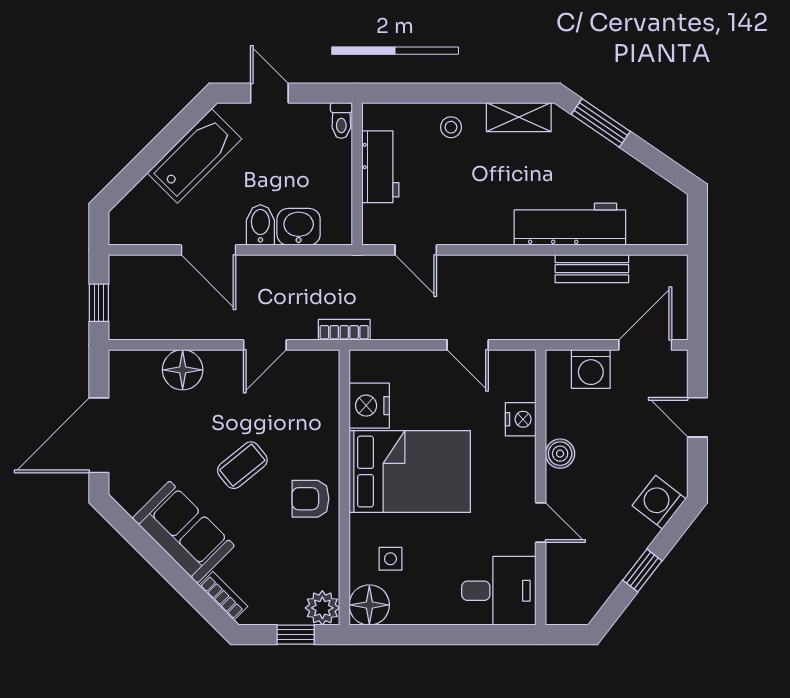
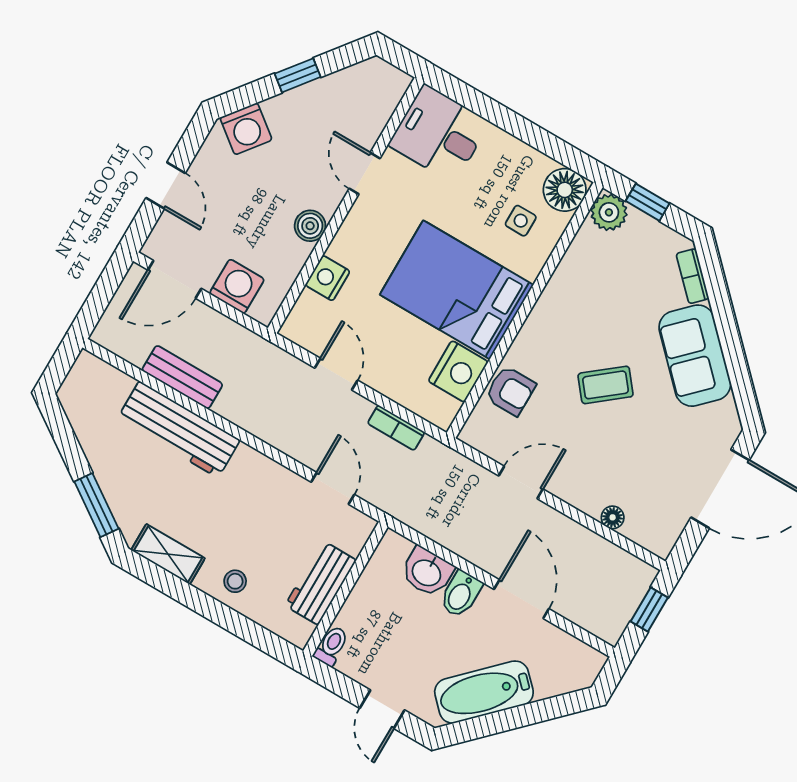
bookcase: (344, 330) -> (396, 428), moved
floor lamp: (183, 370) -> (613, 517), width x0.53, depth x0.53
armchair: (310, 499) -> (511, 391), moved

